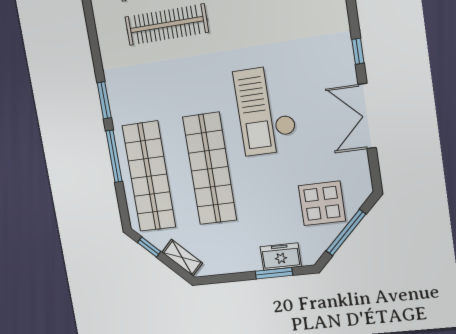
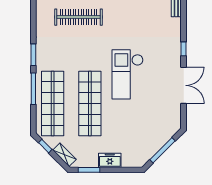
double door: (367, 116) -> (184, 85), swing flipped
display table: (322, 203) -> (152, 132), removed
freezer: (281, 257) -> (110, 160), moved
window: (274, 273) -> (89, 170), moved

